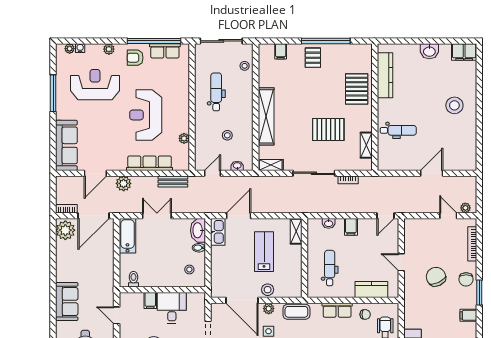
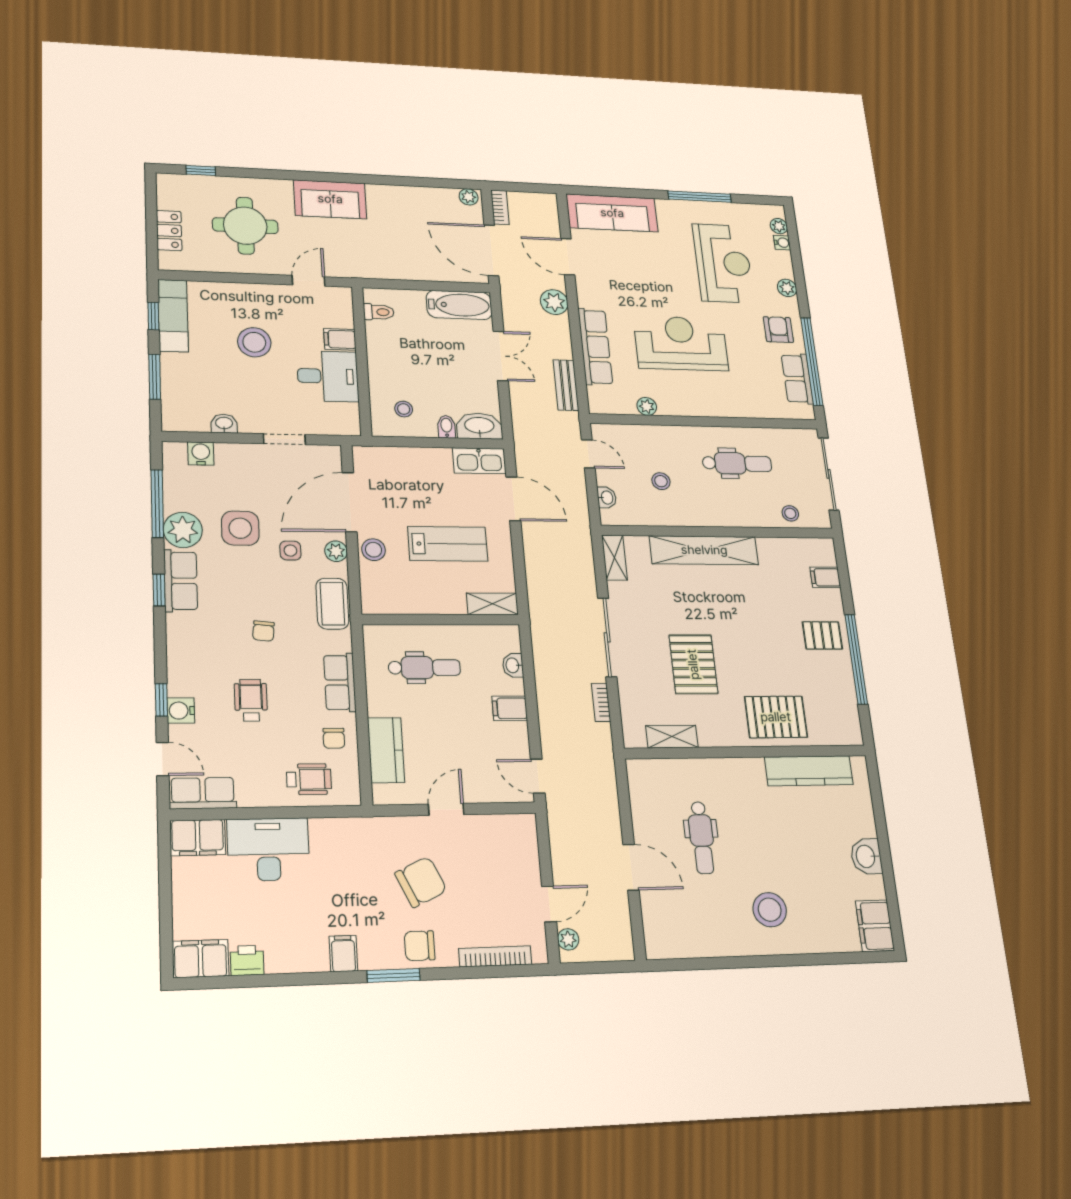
dental chair: (398, 130) -> (702, 838), moved
plant: (65, 230) -> (469, 197), width x0.53, depth x0.53

